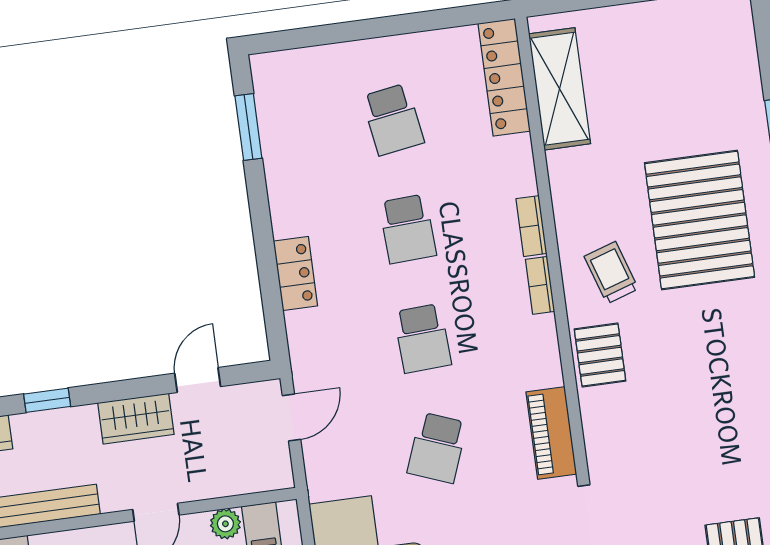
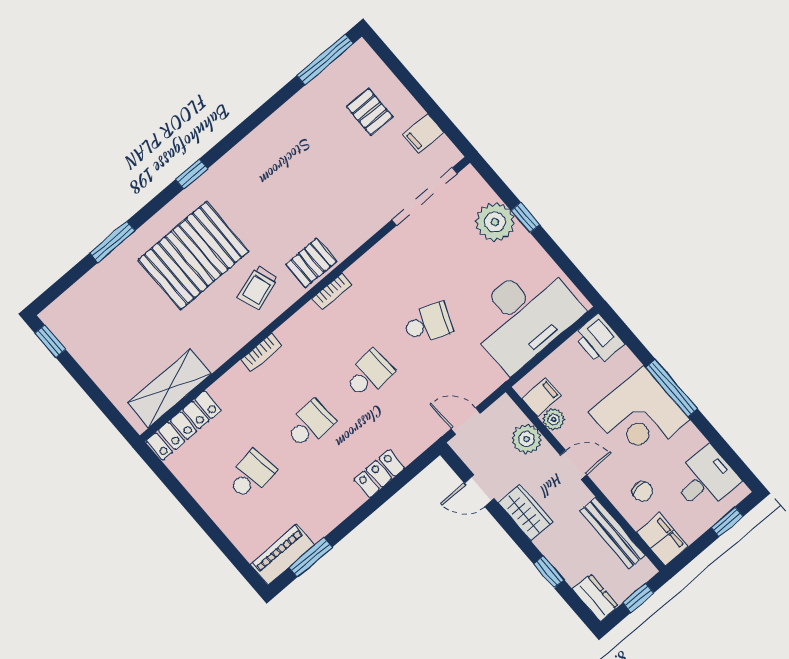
bookcase: (540, 285) -> (332, 291), moved
piano: (551, 433) -> (283, 555), moved, turned 180
plant: (223, 476) -> (526, 439), added

